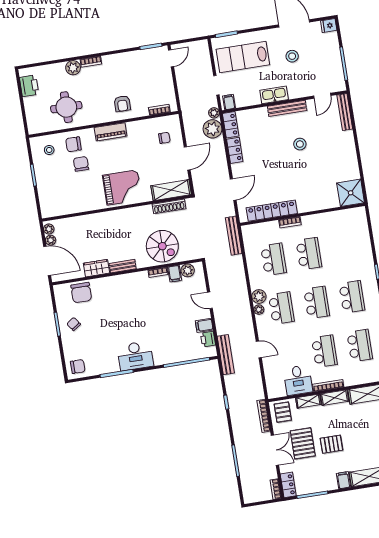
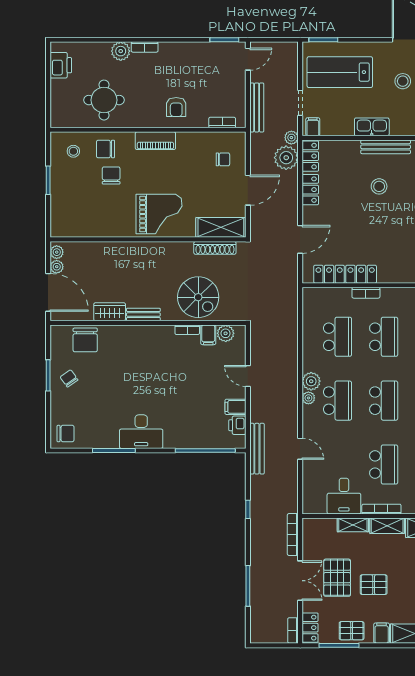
stool: (300, 144) -> (379, 186), moved
bench: (234, 236) -> (257, 107), moved
pallet: (283, 412) -> (352, 631), moved, turned 90

